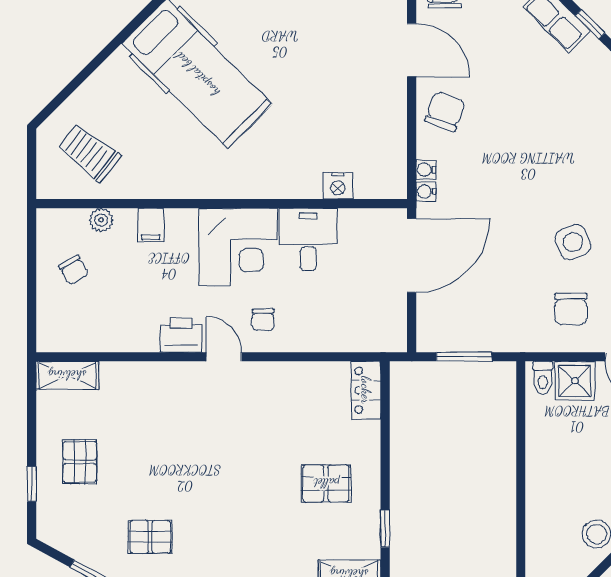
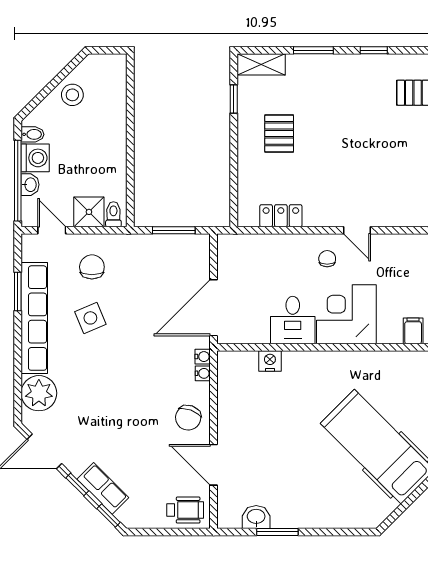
printer: (181, 335) -> (390, 247), removed
locker: (366, 390) -> (281, 216), moved, turned -90
pallet: (326, 483) -> (279, 134), turned 90

